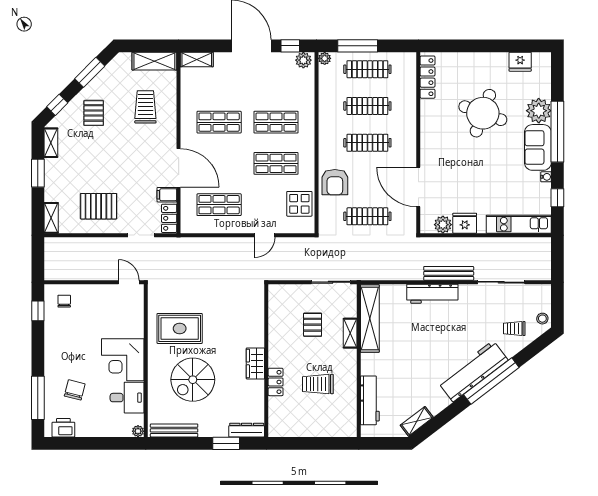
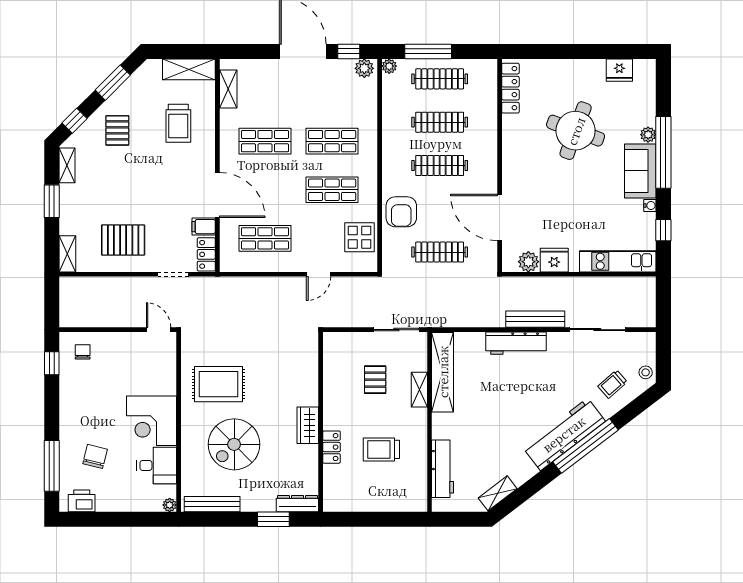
shelving: (197, 60) -> (228, 89), moved, turned 90
trolley: (145, 107) -> (178, 123), turned 180
plant: (539, 111) -> (648, 135), width x0.53, depth x0.53
trolley: (514, 329) -> (613, 384), turned -41

